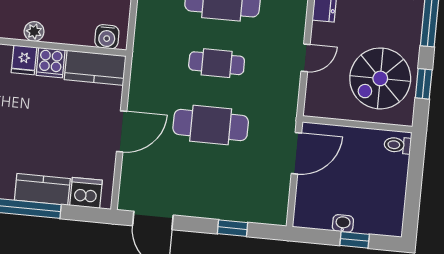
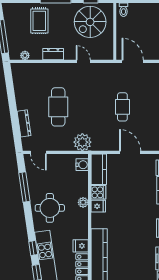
plant: (150, 41) -> (82, 142), added
cafe table: (217, 63) -> (90, 107), removed
spiral stairs: (380, 78) -> (90, 22), turned 90
cafe table: (211, 125) -> (122, 107), width x0.73, depth x0.74

